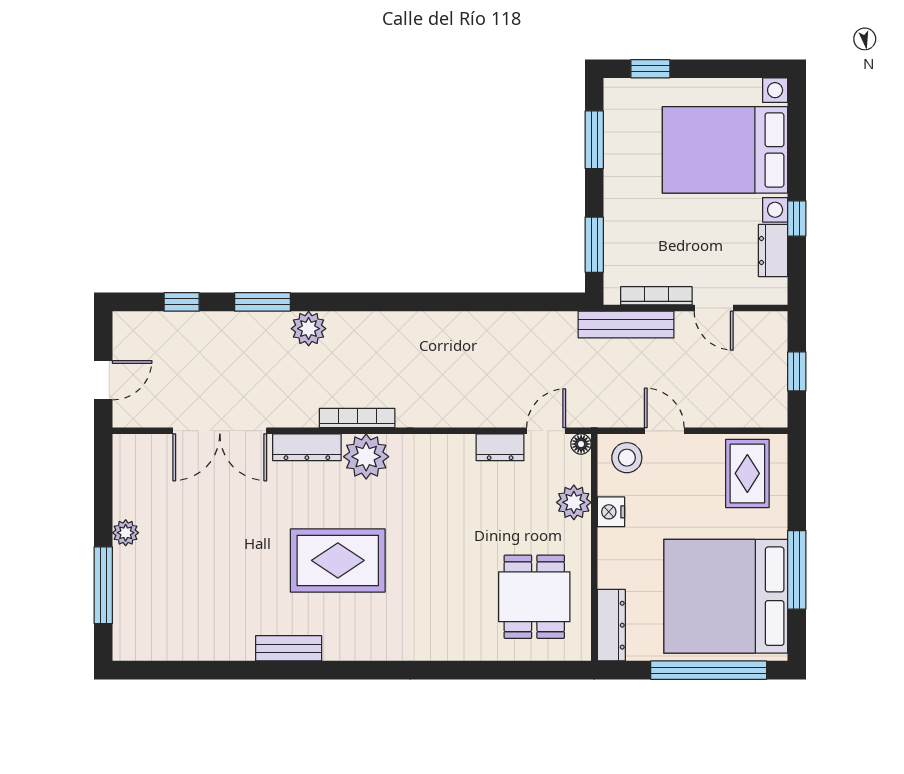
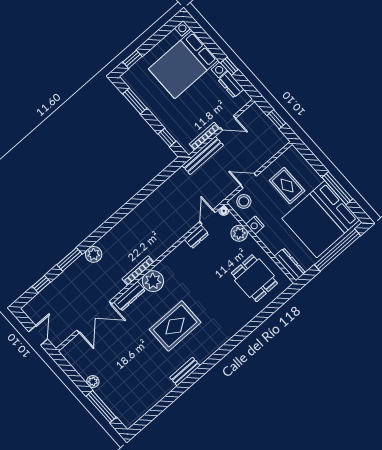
window: (594, 245) -> (167, 138), width x0.67
rug: (747, 473) -> (287, 186), moved

